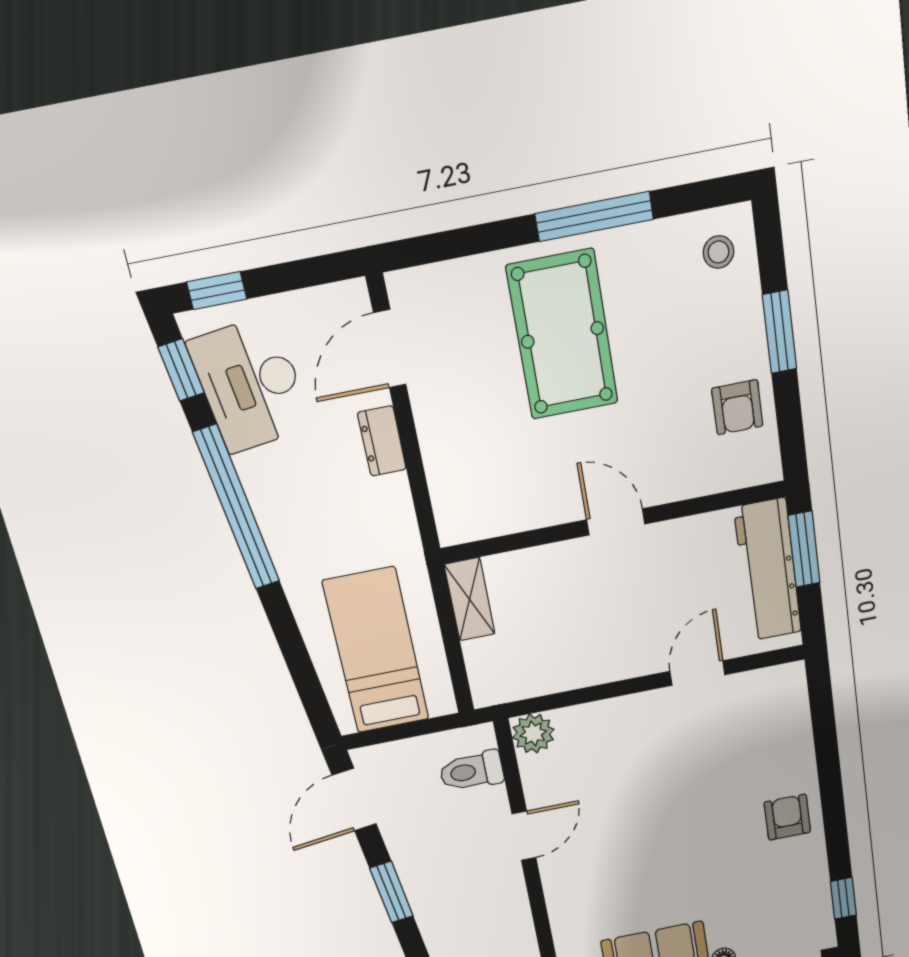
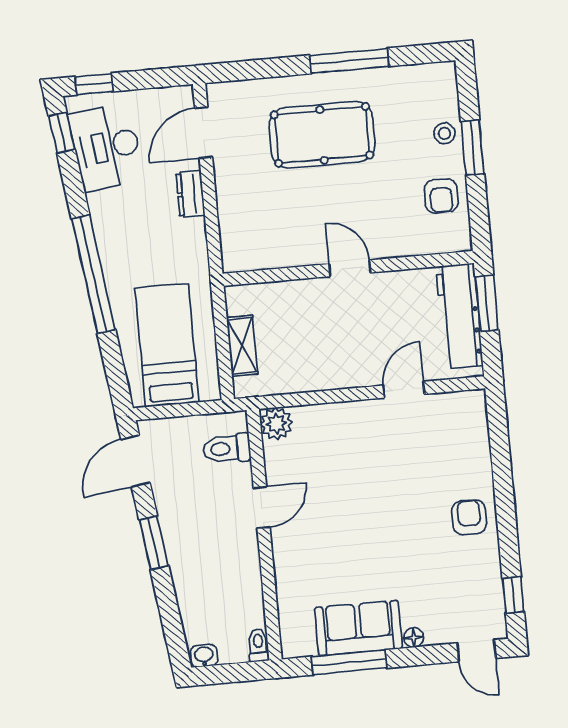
stool: (718, 252) -> (445, 133), moved
pool table: (563, 335) -> (322, 135), turned 90
window: (237, 508) -> (93, 274), moved
shelving: (470, 599) -> (242, 346), moved

